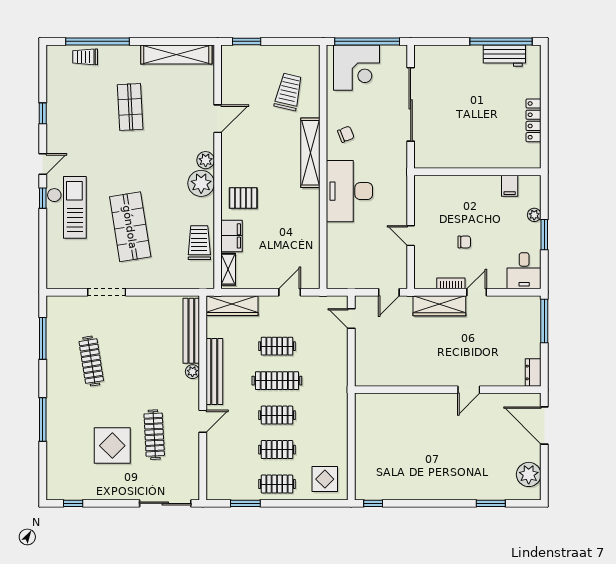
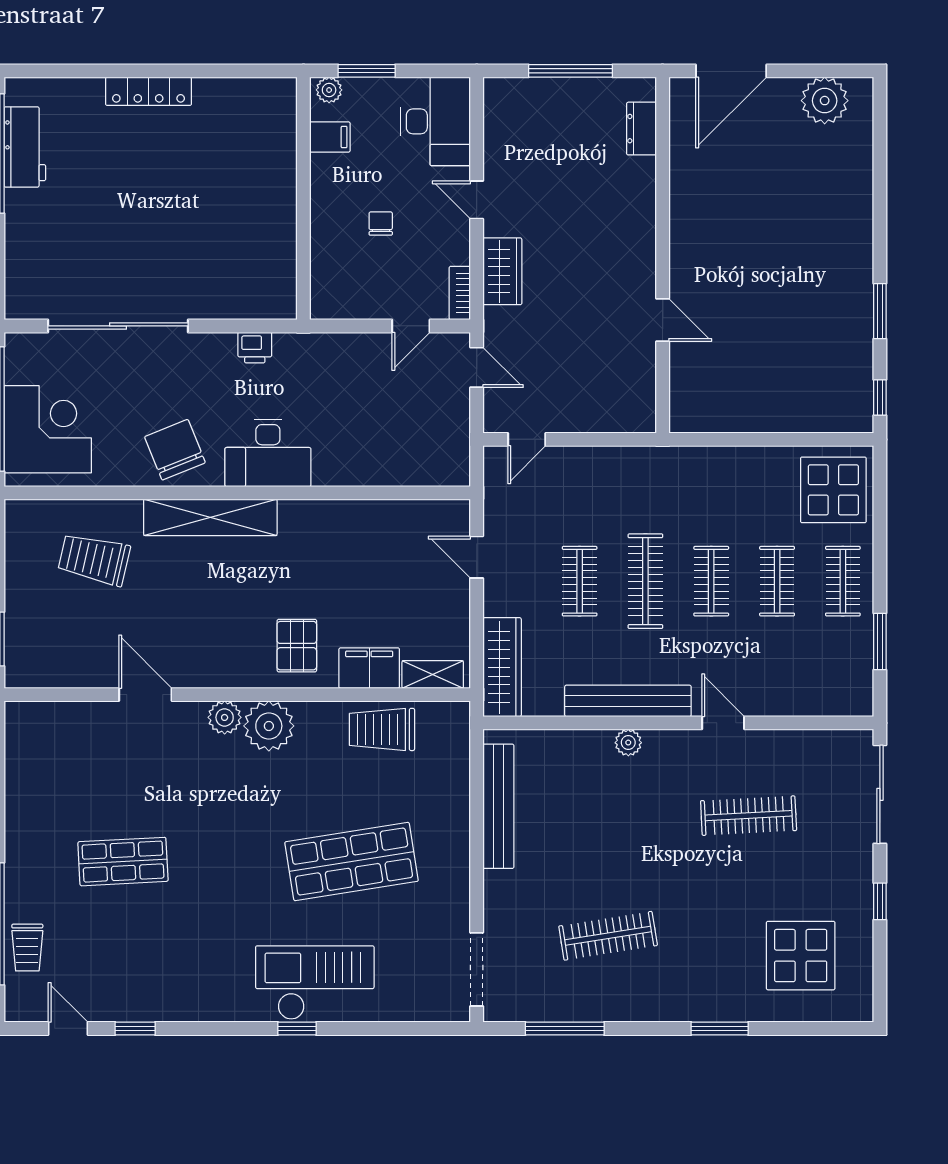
shelving: (176, 54) -> (23, 773), removed
chair: (346, 134) -> (175, 450), width x1.87, depth x1.87
door: (43, 164) -> (68, 1028), moved
wall: (477, 172) -> (303, 198), moved
printer: (399, 176) -> (255, 348), added
filing cabinet: (510, 186) -> (330, 137), moved
desk: (349, 191) -> (268, 453), width x0.73, depth x0.77
door: (411, 236) -> (411, 326), moved
desk: (524, 271) -> (436, 121), width x1.37
bookcase: (451, 283) -> (460, 293), moved
doorway: (107, 292) -> (477, 969), moved
wardrobe: (439, 306) -> (502, 271), width x0.67
window: (544, 321) -> (570, 71), moved
bench: (191, 331) -> (498, 806), moved, turned 90
dresser: (533, 372) -> (641, 129), moved, turned 90
door: (469, 390) -> (663, 320), moved
window: (43, 420) -> (720, 1028), width x0.69
display table: (112, 446) -> (801, 956), moved
display table: (325, 479) -> (833, 490), width x1.36, depth x1.36
window: (73, 503) -> (880, 901), moved
window: (491, 503) -> (880, 311), moved

